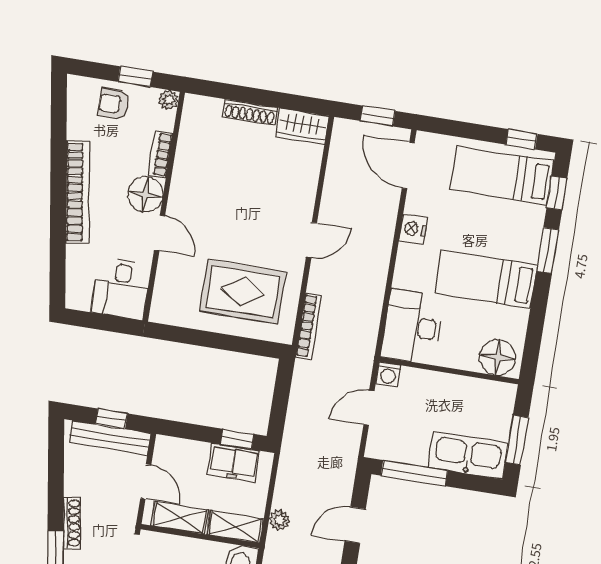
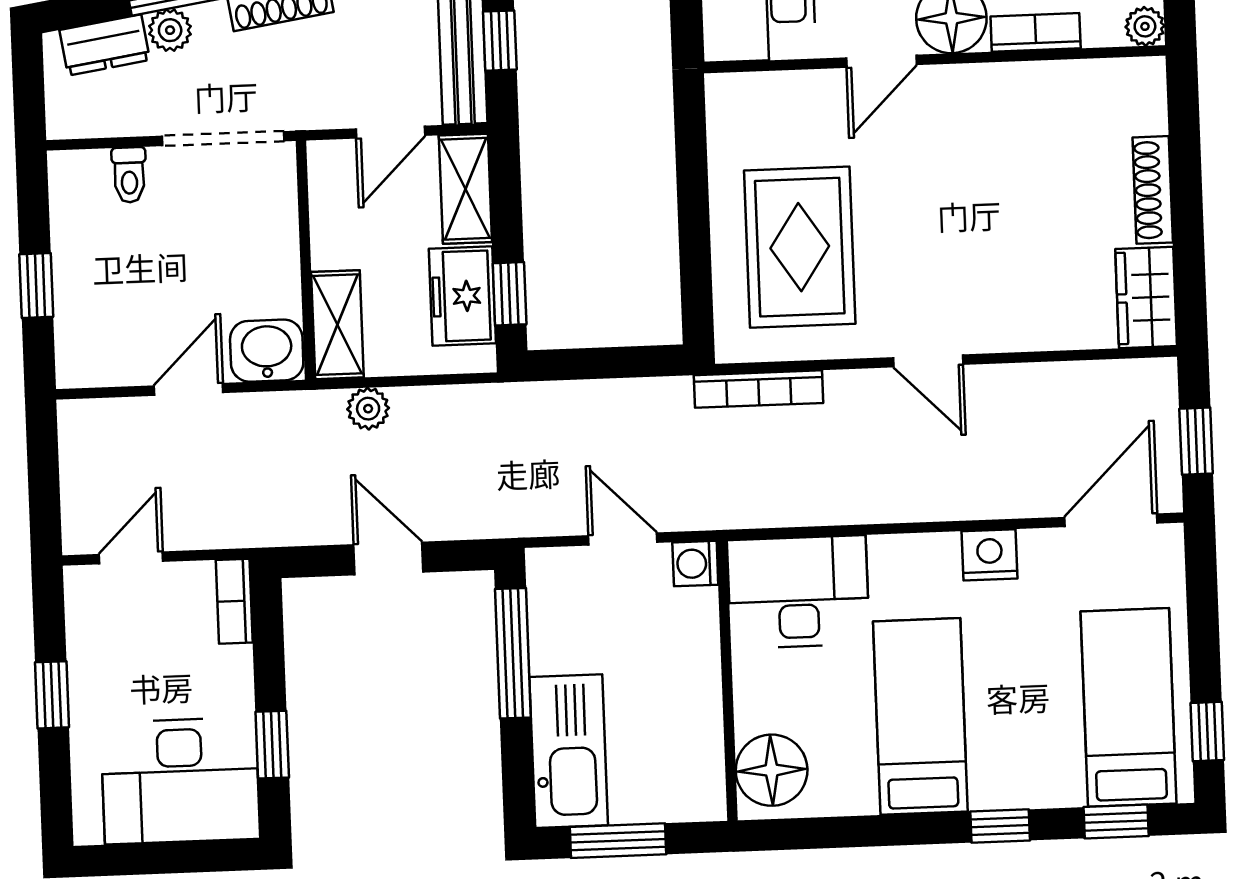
window: (548, 250) -> (1000, 826), width x0.67
shelving: (180, 518) -> (465, 189), moved

